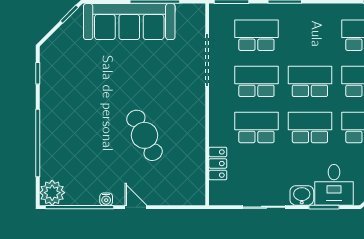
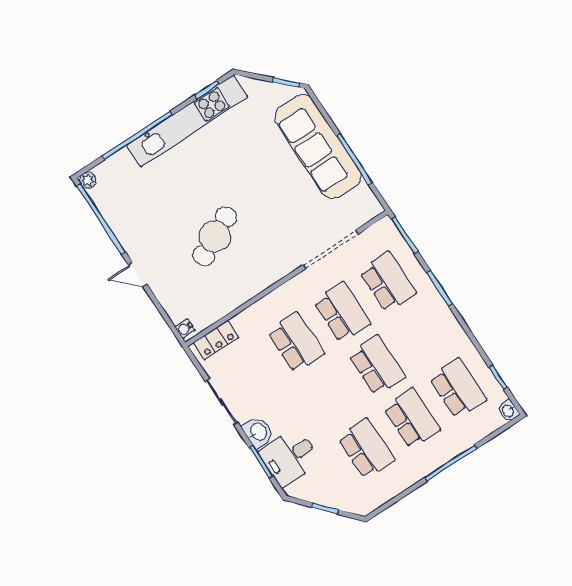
kitchen unit: (51, 101) -> (187, 121), added
school desk: (310, 127) -> (331, 396), removed
locker: (218, 164) -> (216, 340), moved
plant: (52, 193) -> (88, 180), width x0.53, depth x0.53
water cooler: (106, 199) -> (185, 329), moved
door: (136, 207) -> (138, 275), swing flipped

